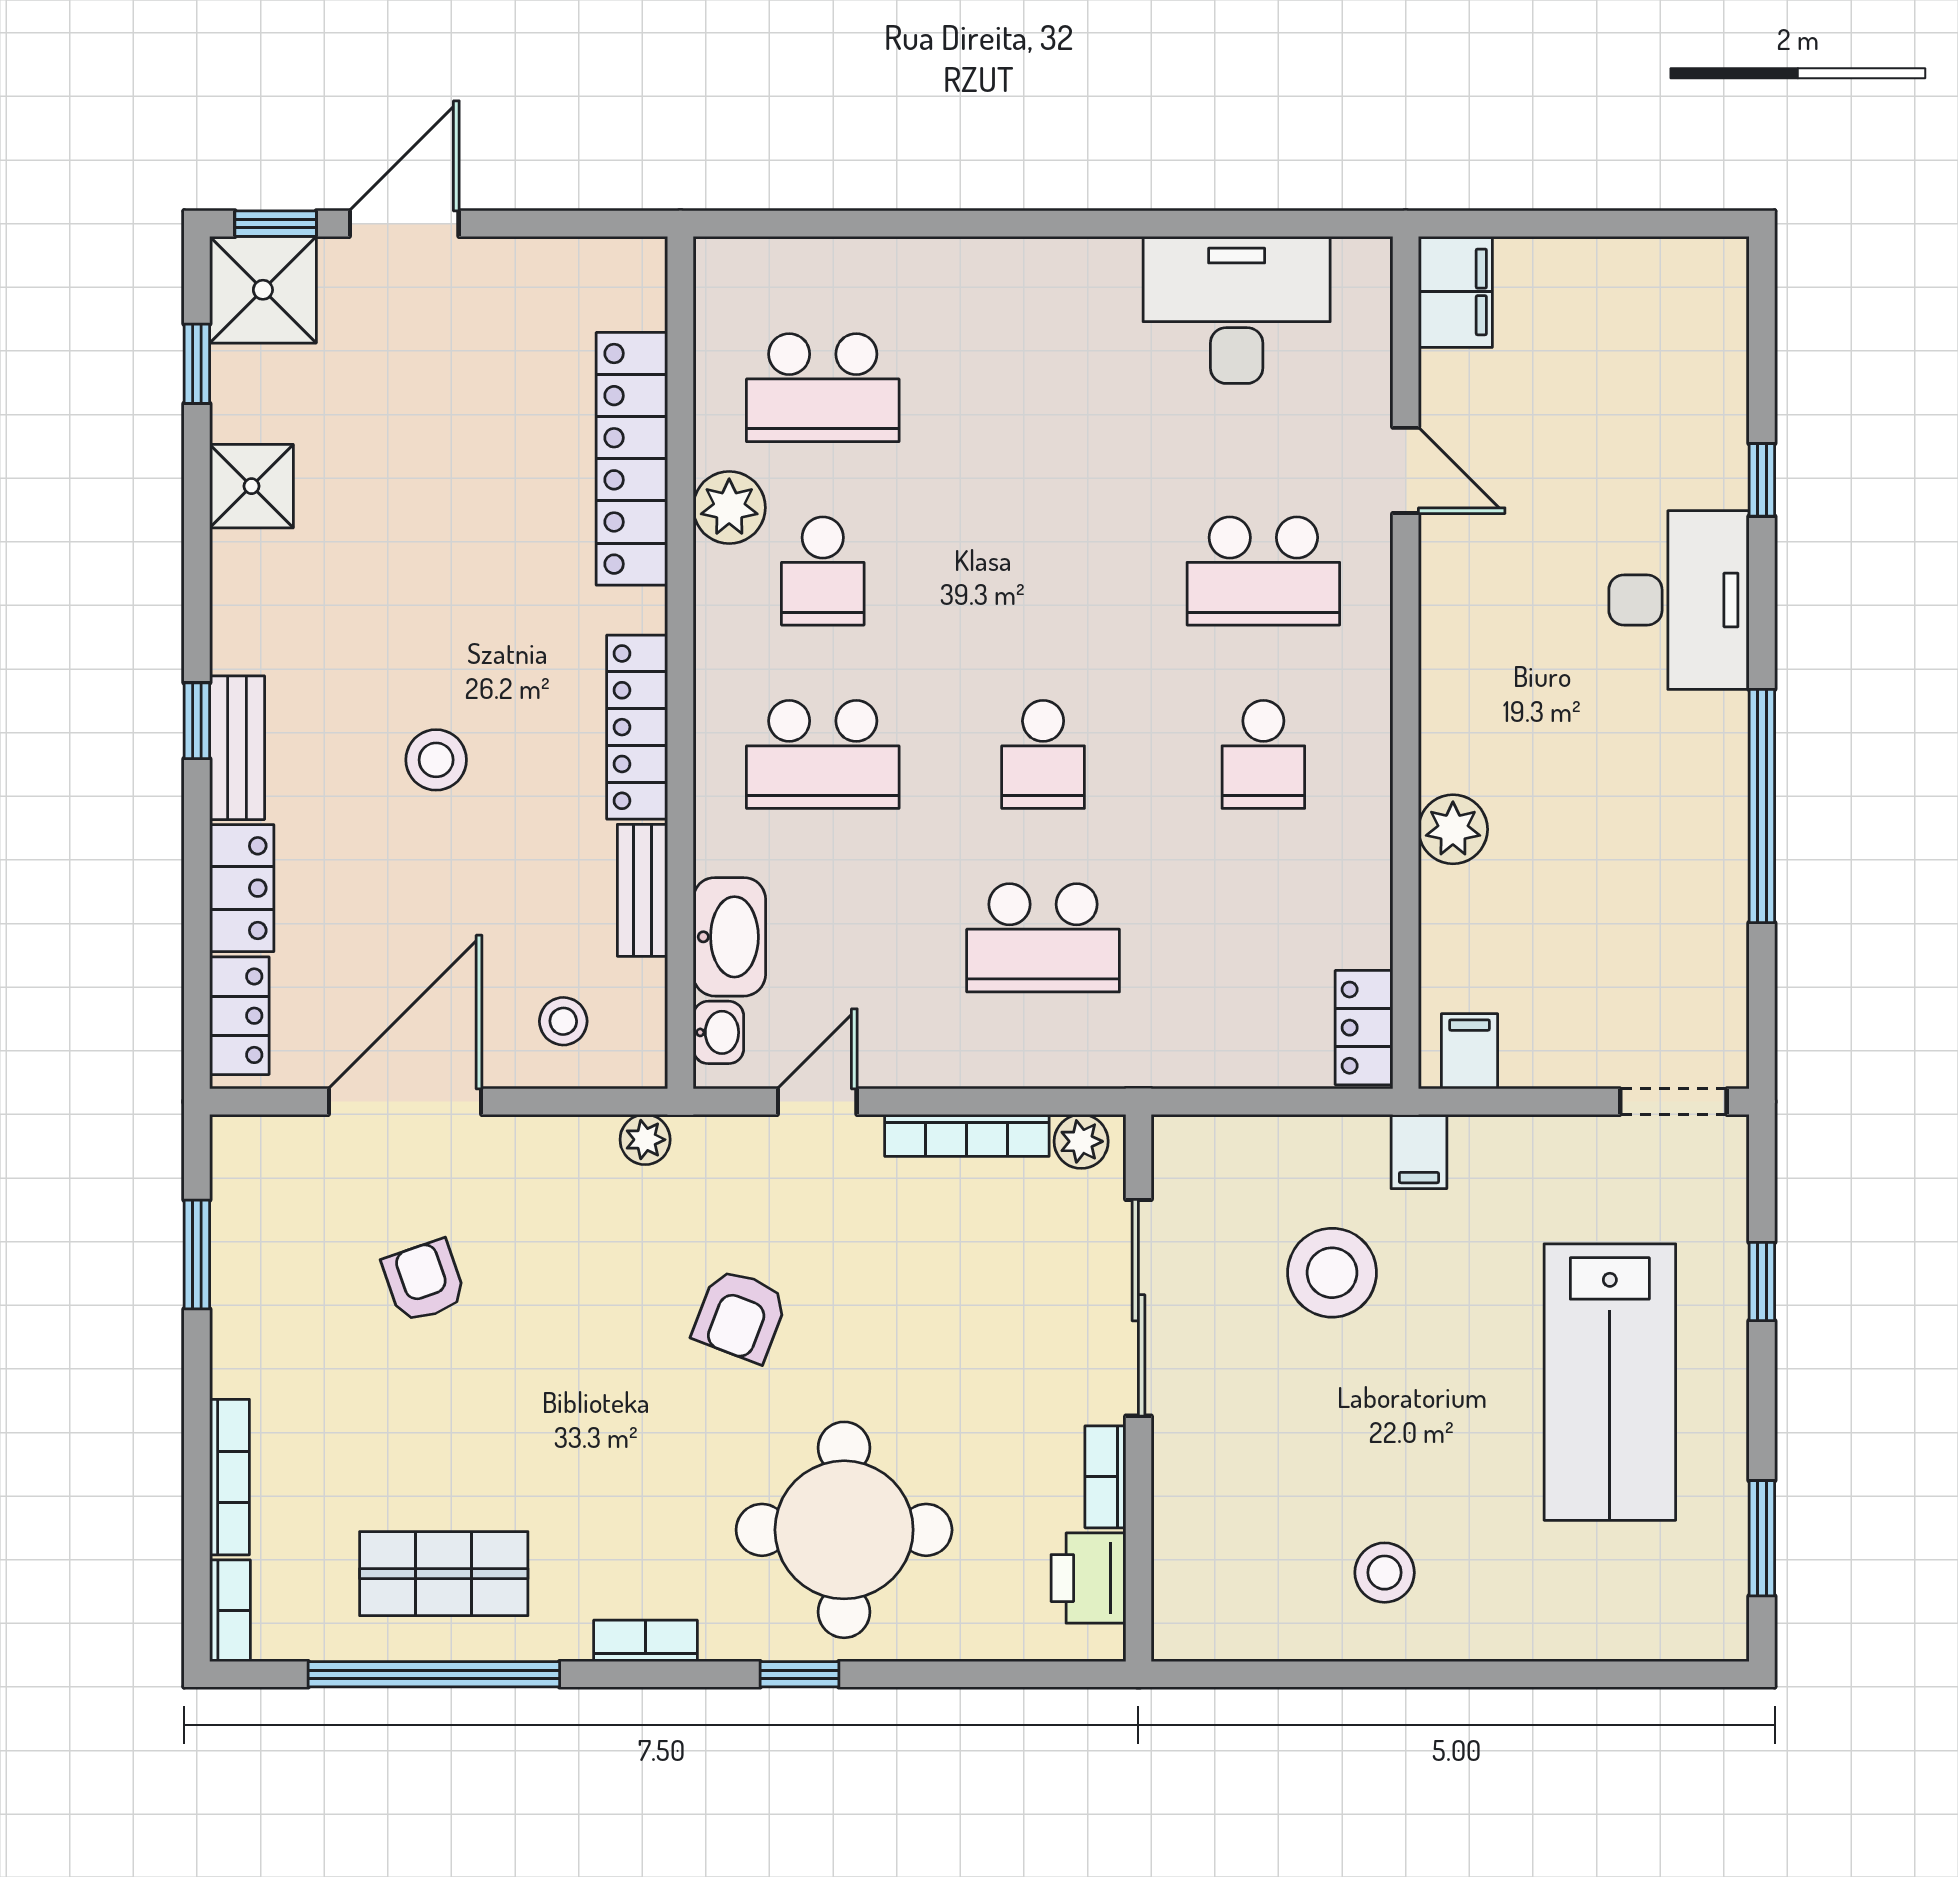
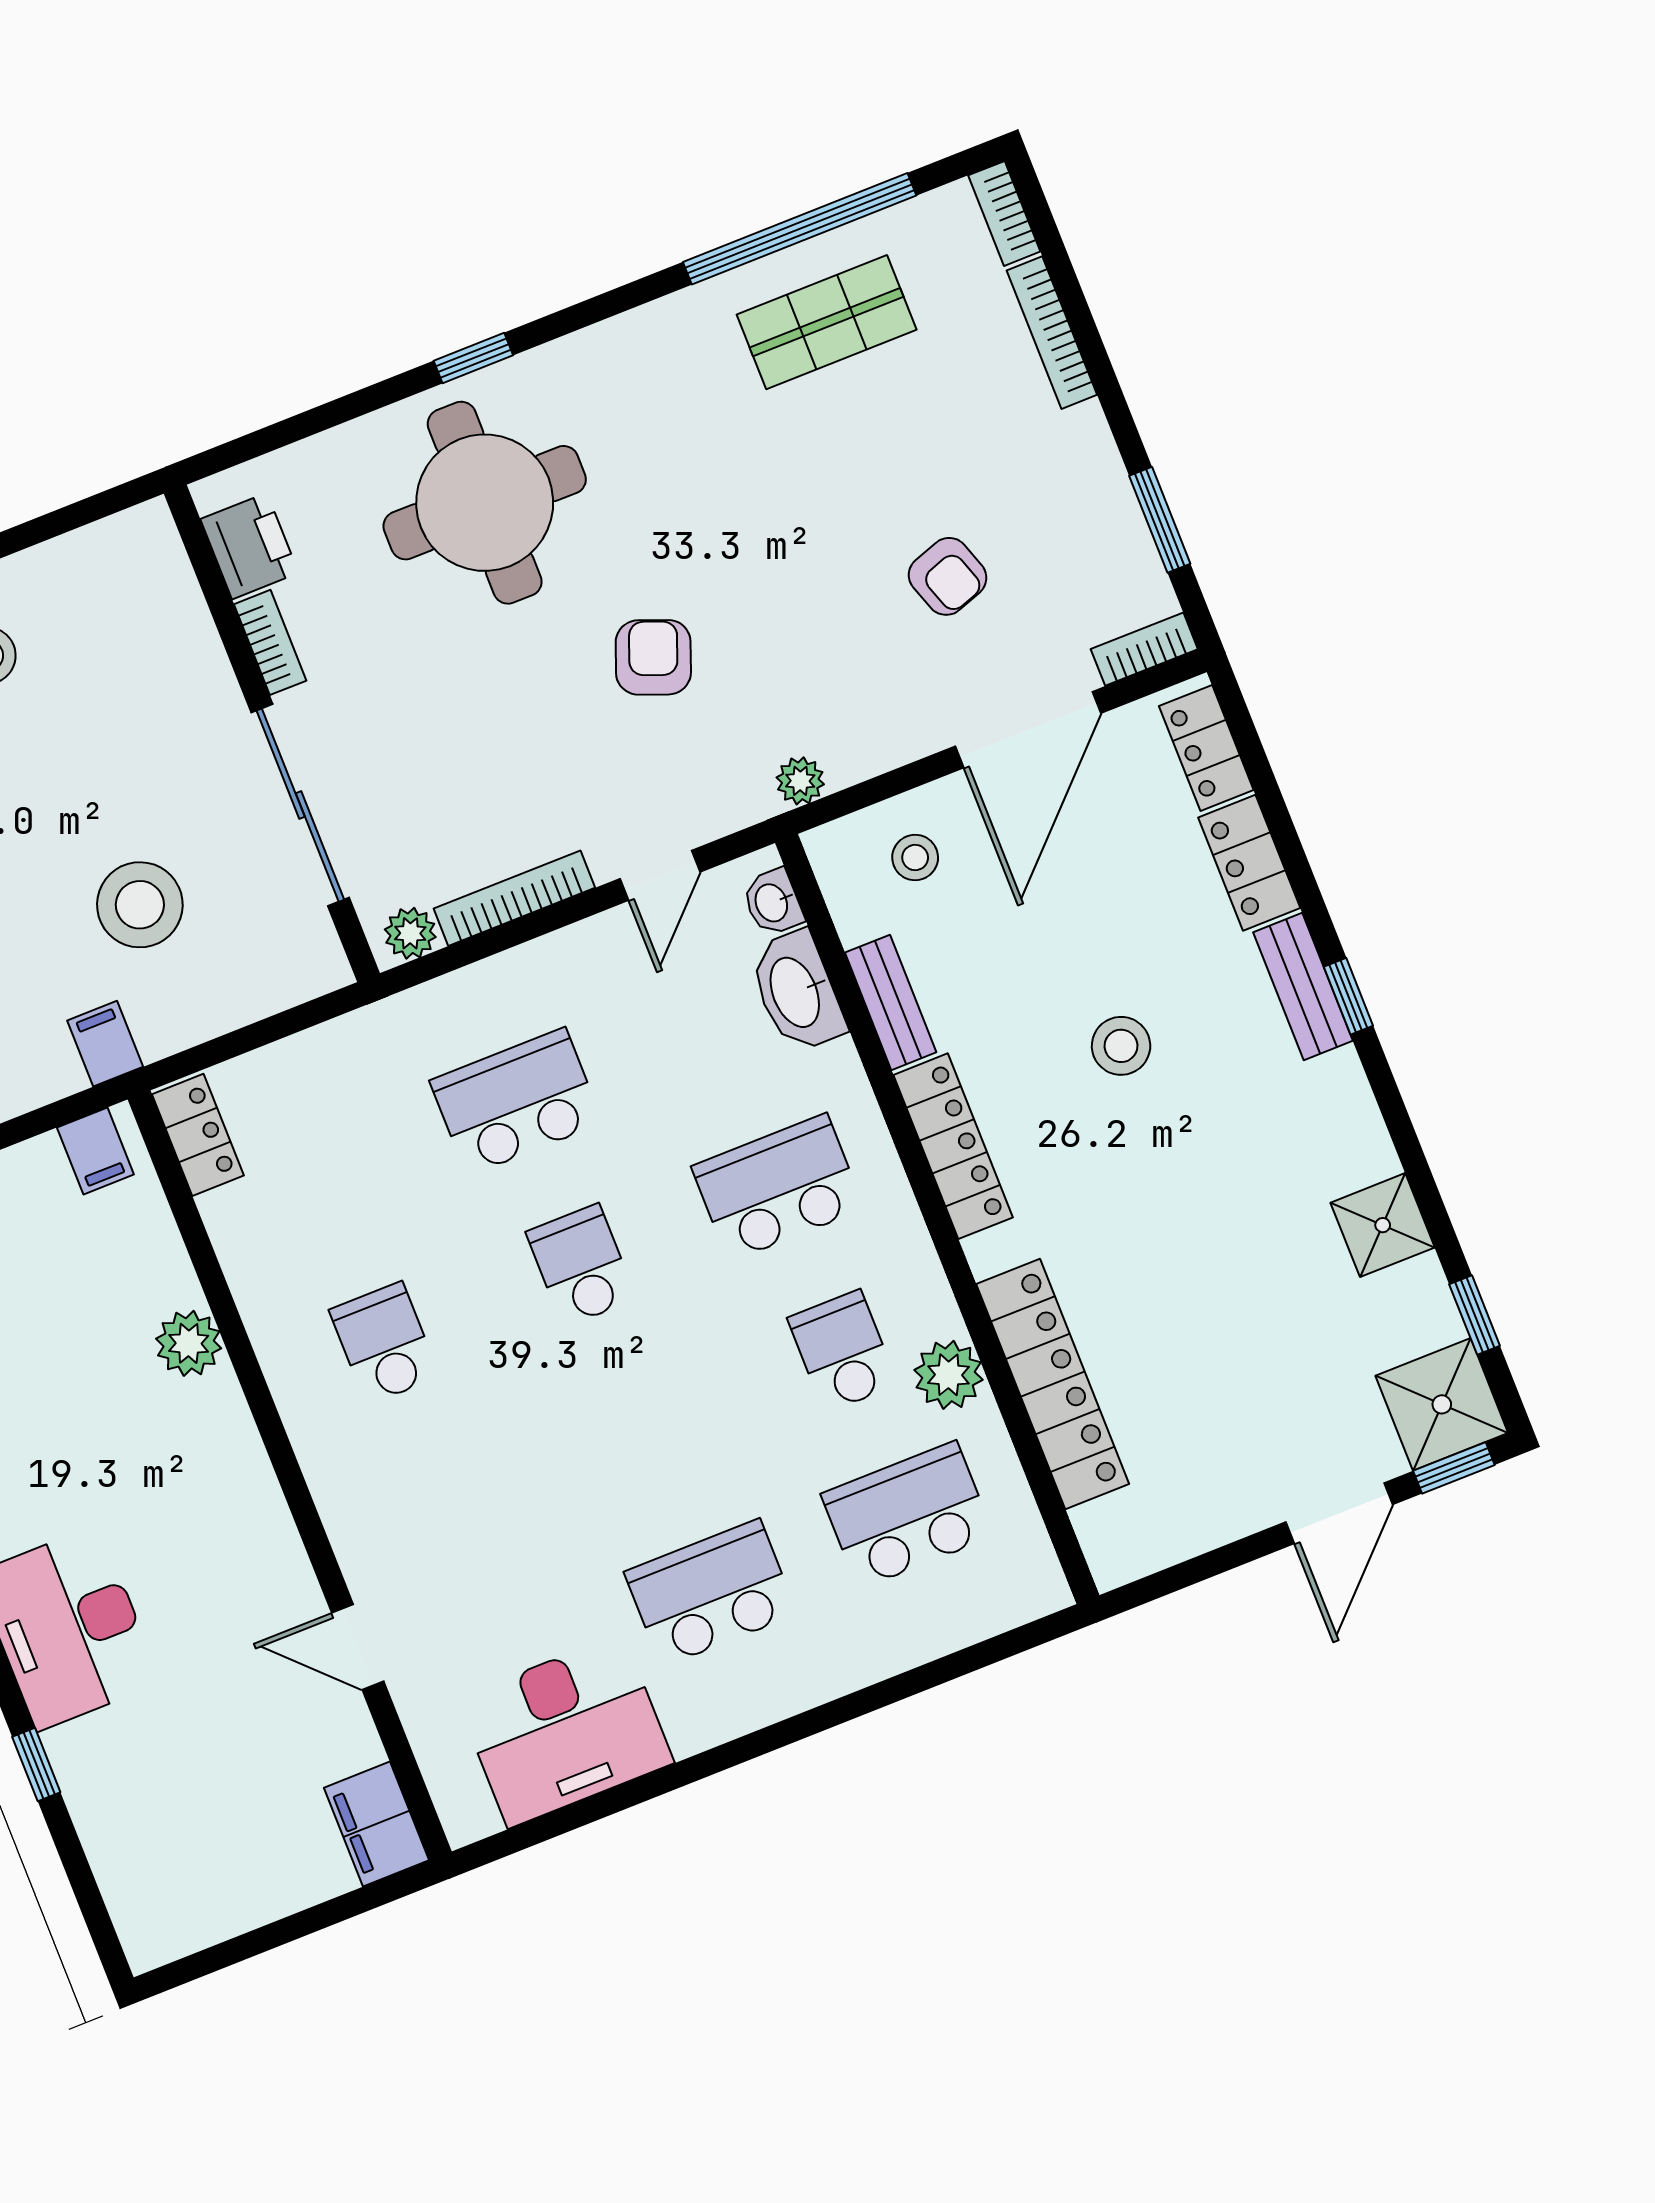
school desk: (1263, 571) -> (711, 1593), moved
bookcase: (646, 1641) -> (1144, 649), moved, turned 180

